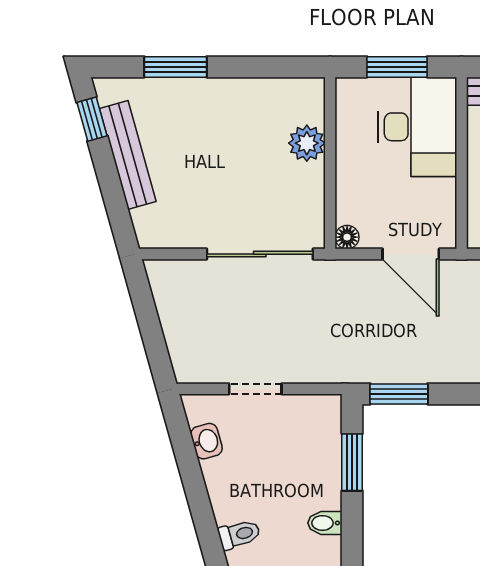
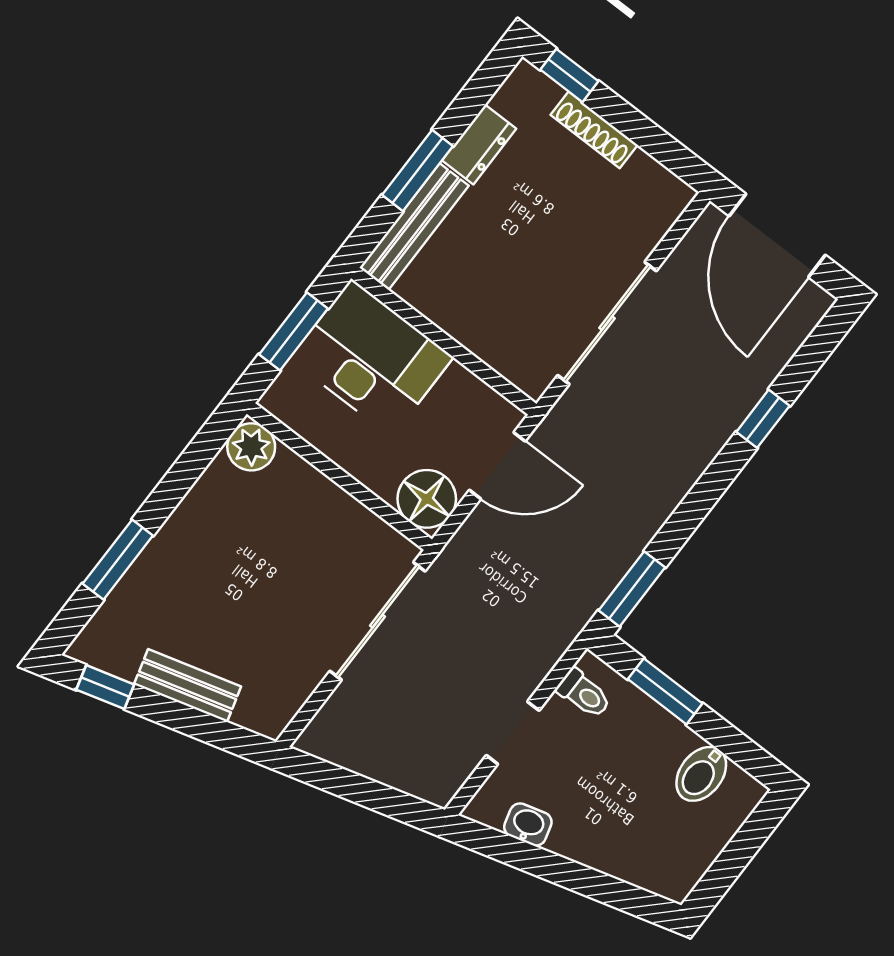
plant: (307, 143) -> (251, 447), moved
bench: (128, 155) -> (188, 685), width x0.73
floor lamp: (347, 237) -> (427, 499), width x1.89, depth x1.89
bidet: (325, 523) -> (701, 774), width x1.38, depth x1.36
toilet: (239, 534) -> (584, 694), moved, turned 106

